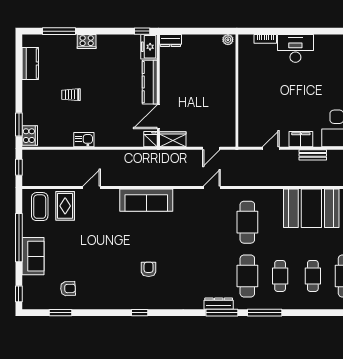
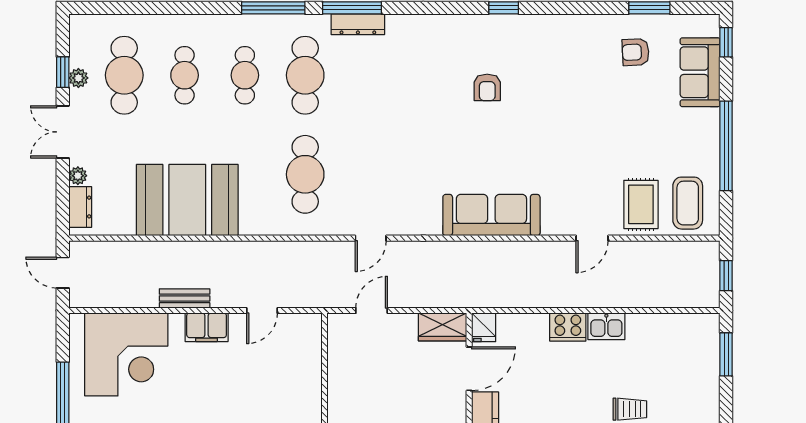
cooker: (30, 136) -> (568, 327), moved, turned -90
sofa: (33, 256) -> (700, 72), moved

